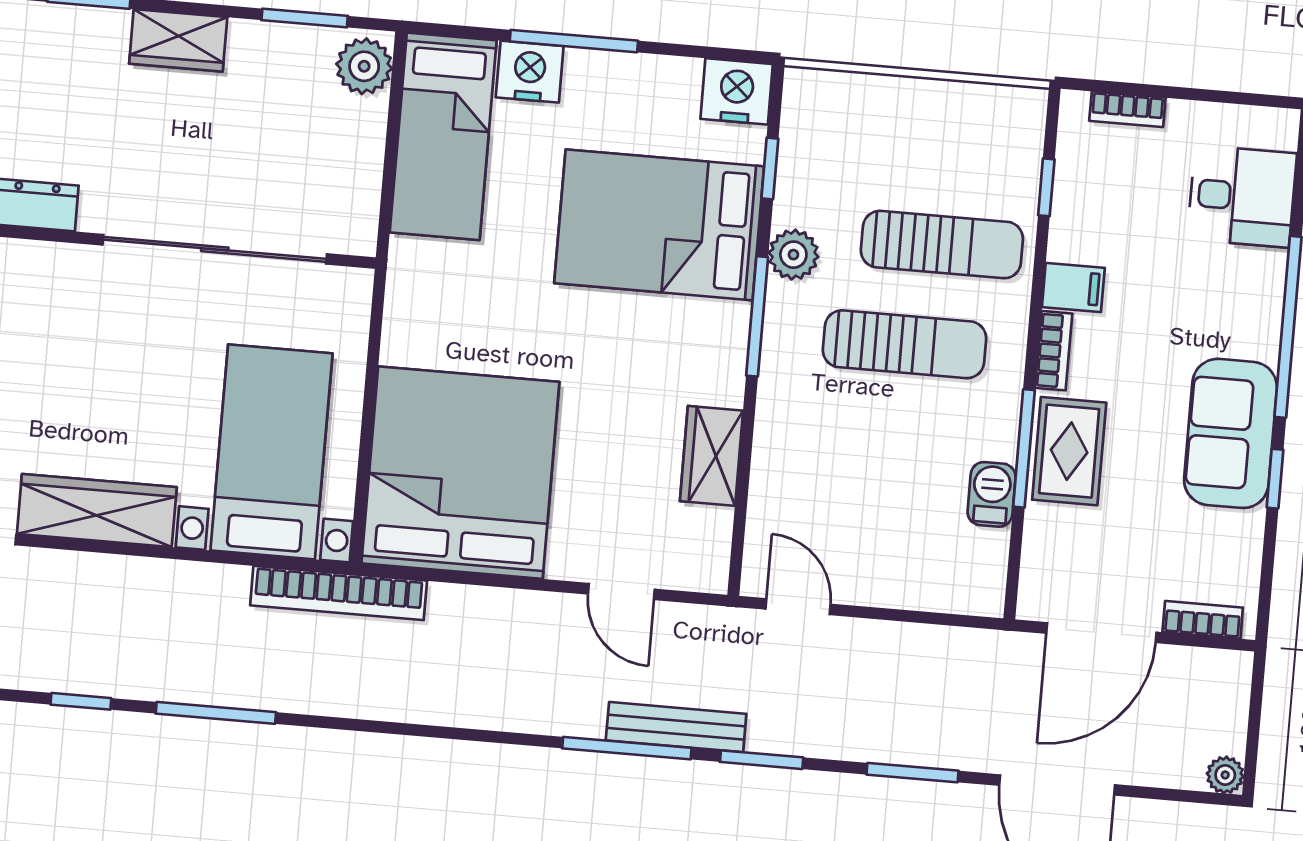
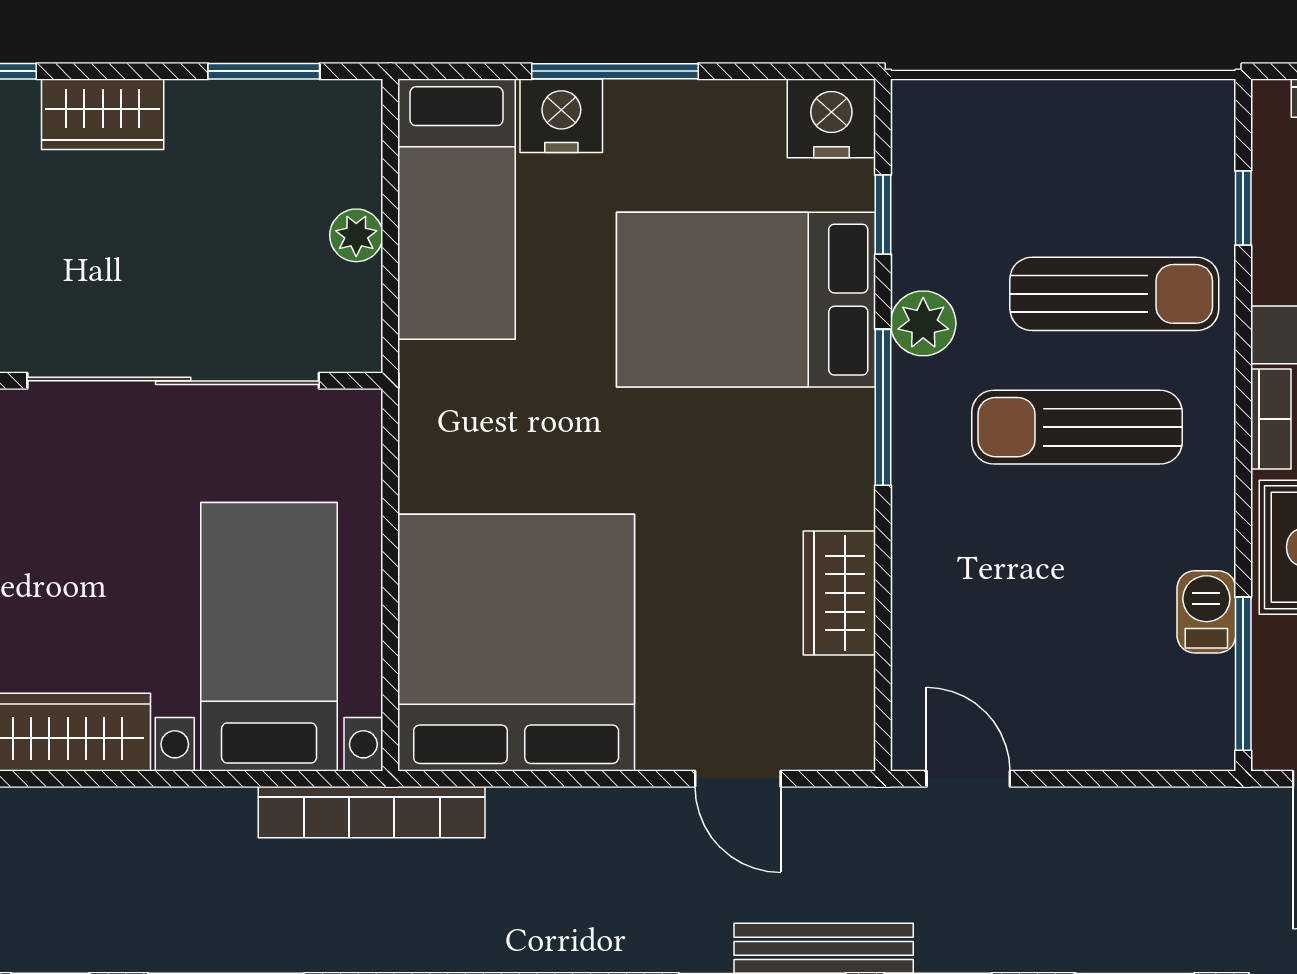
plant: (364, 66) -> (356, 235), moved, width x0.73, depth x0.73
sun lounger: (904, 344) -> (1077, 427), turned 180
window: (1024, 448) -> (1243, 674), moved

